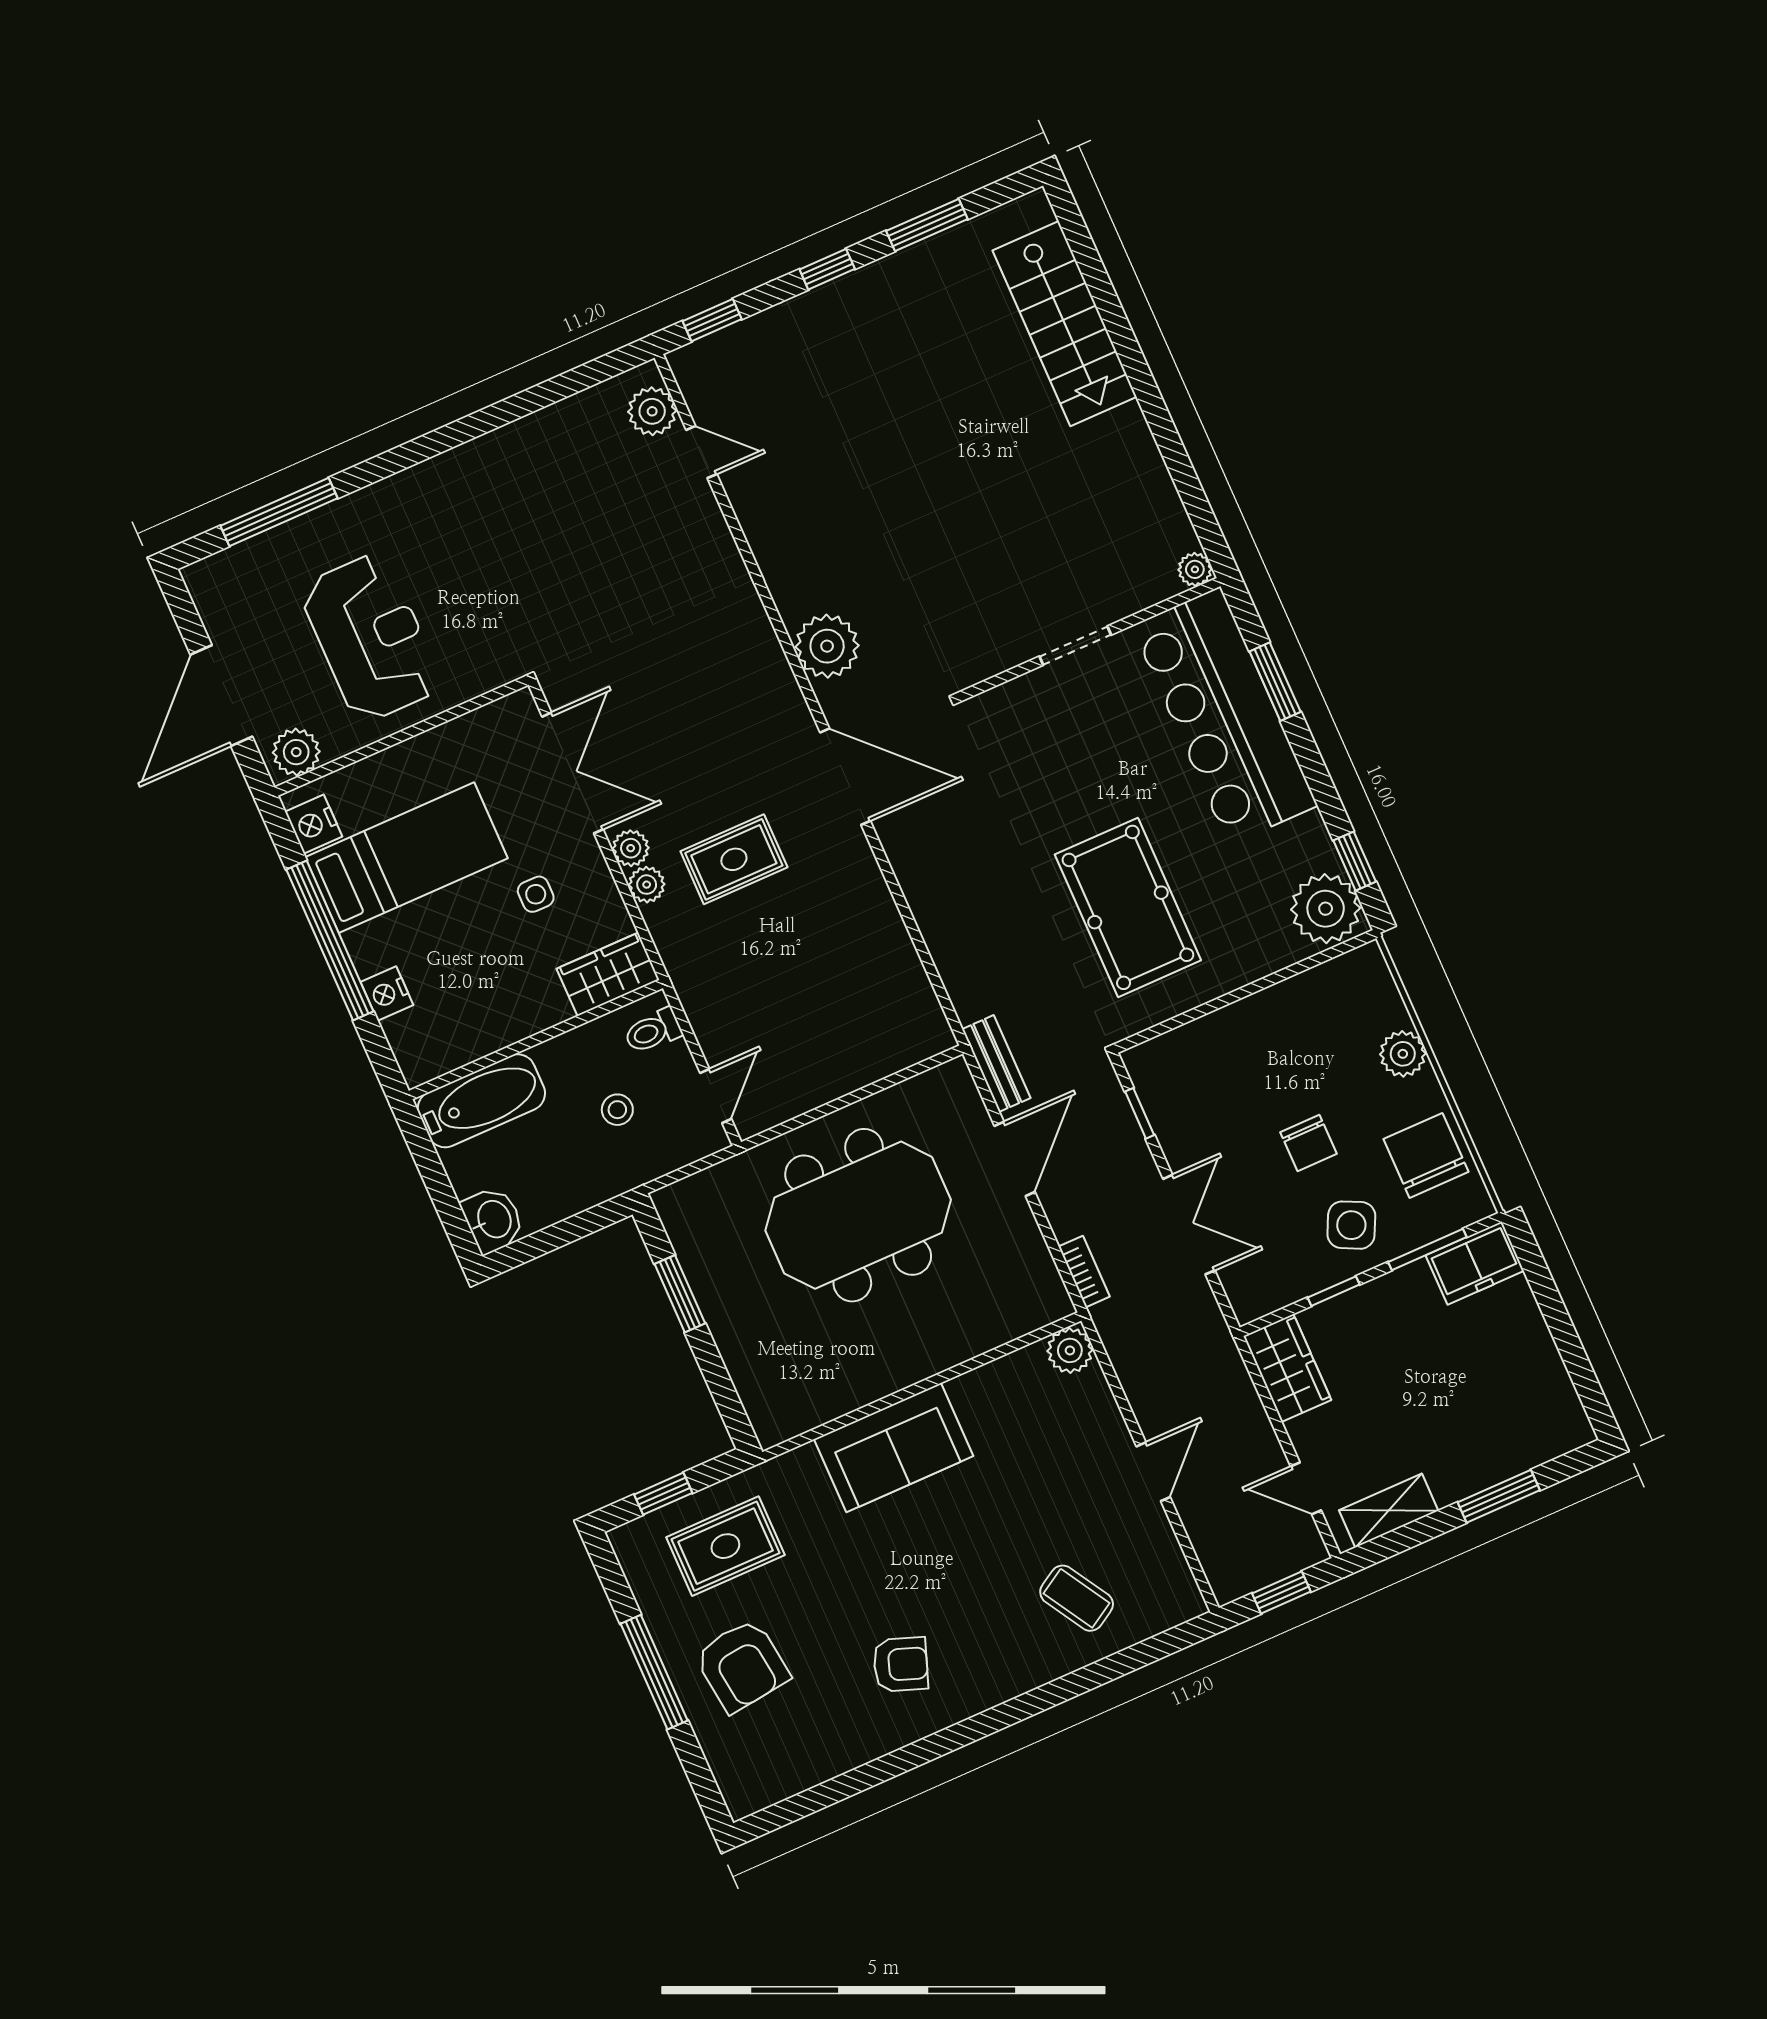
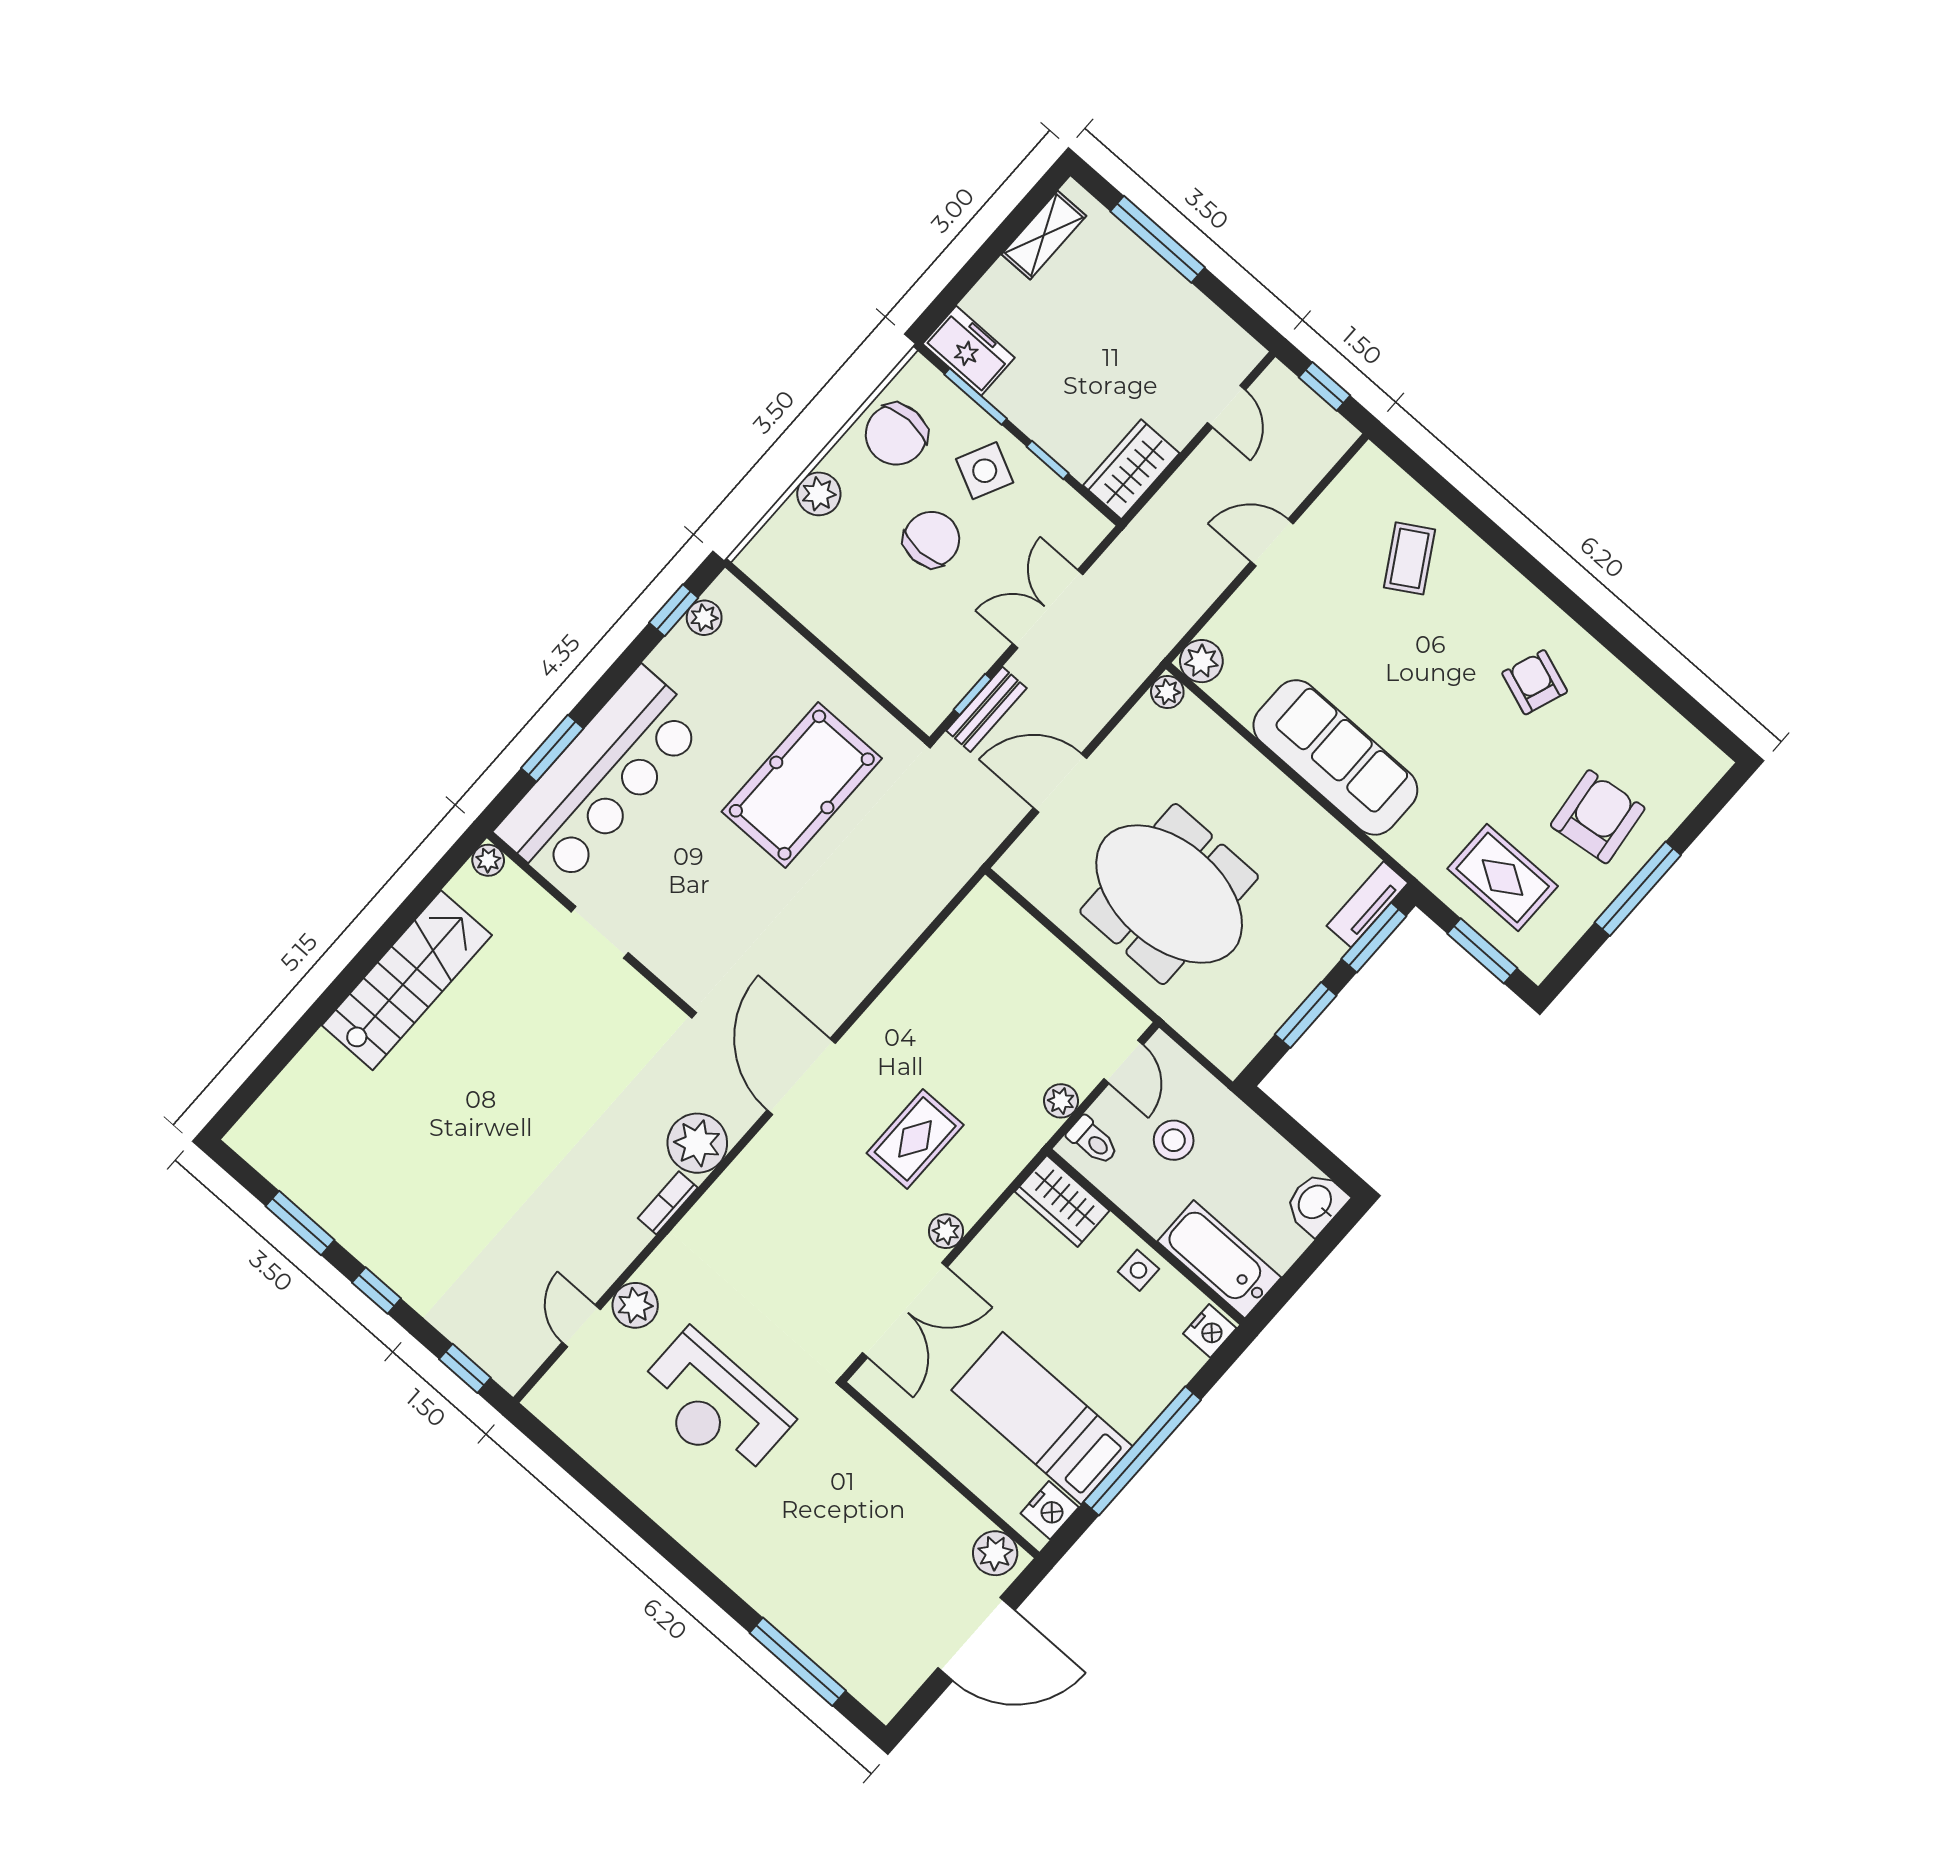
stairs: (1065, 324) -> (407, 980), moved
plant: (652, 411) -> (635, 1305), moved
reception desk: (371, 638) -> (714, 1405), moved, turned -90
double door: (573, 773) -> (905, 1310), swing flipped
rug: (734, 859) -> (915, 1139), turned 90
plant: (647, 885) -> (1061, 1101), moved
side table: (536, 894) -> (1138, 1270), moved
plant: (1326, 909) -> (704, 618), width x0.53, depth x0.53
nightstand: (387, 993) -> (1210, 1331), moved
bench: (996, 1064) -> (986, 709), moved
door: (716, 1096) -> (1123, 1062), swing flipped
stool: (617, 1110) -> (1174, 1140), width x1.37, depth x1.37
chair: (1308, 1143) -> (932, 539), width x1.37, depth x1.37
bookcase: (1084, 1272) -> (668, 1203), moved
plant: (1055, 1304) -> (1167, 692), added
window: (725, 1394) -> (1374, 937), added
tv unit: (760, 1403) -> (1367, 904), added
sofa: (894, 1448) -> (1335, 757), width x1.36
window: (663, 1494) -> (1482, 951), width x1.50
window: (1499, 1496) -> (1158, 239), width x1.44
shelving: (1389, 1510) -> (1044, 235), moved, turned 90

